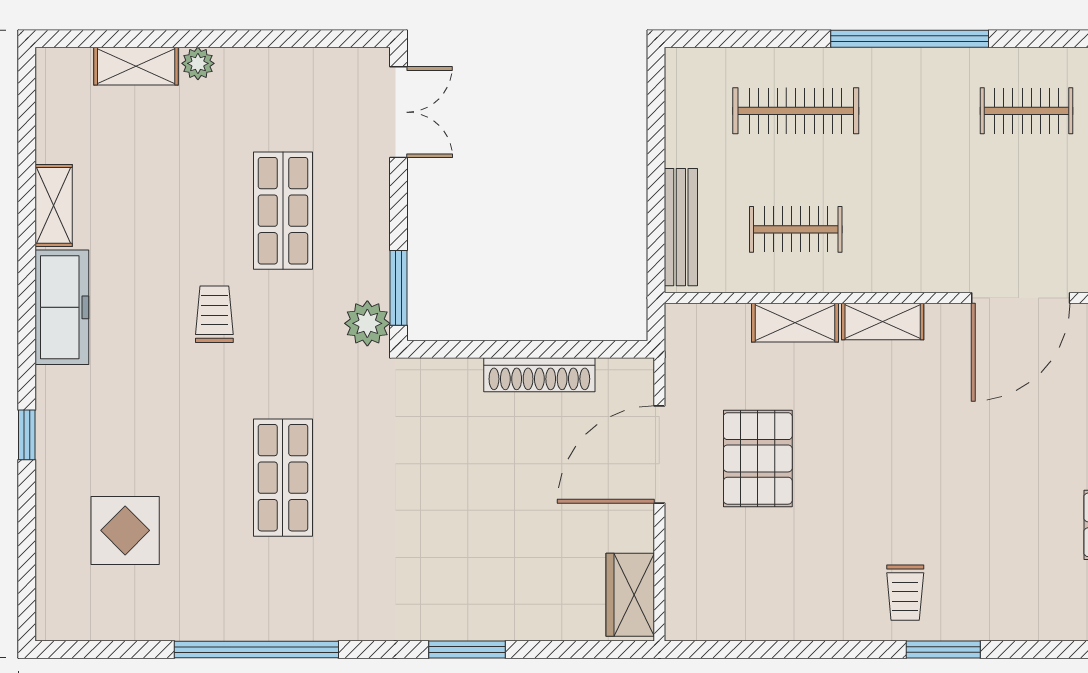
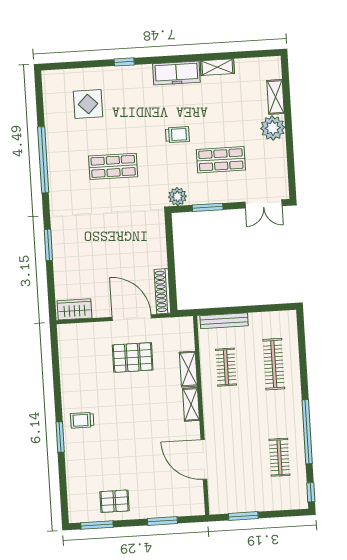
window: (910, 39) -> (307, 432), moved
plant: (198, 63) -> (273, 128), width x1.87, depth x1.87
window: (398, 288) -> (208, 207), moved
shoe rack: (539, 375) -> (162, 291), moved

